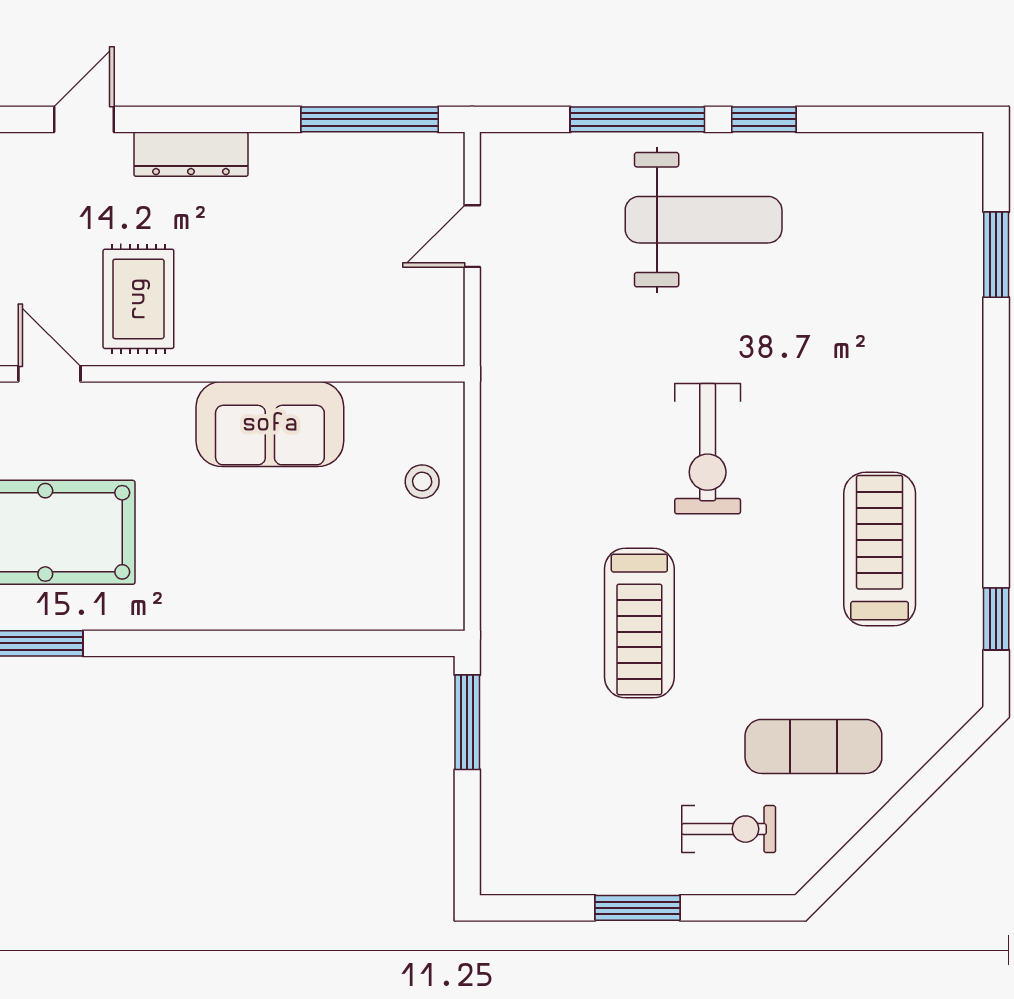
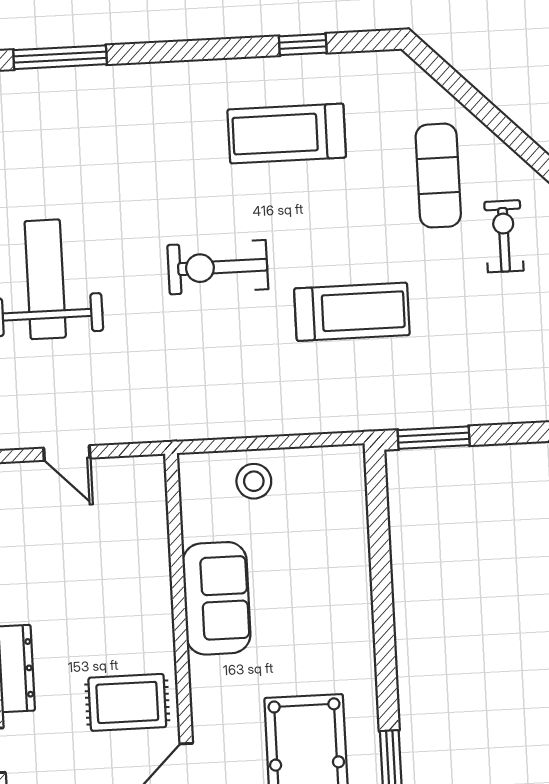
window: (996, 255) -> (60, 57), width x1.44
exercise bike: (708, 449) -> (218, 267), turned 180
stool: (422, 482) -> (254, 481), width x1.37, depth x1.37
window: (996, 619) -> (303, 44), moved

